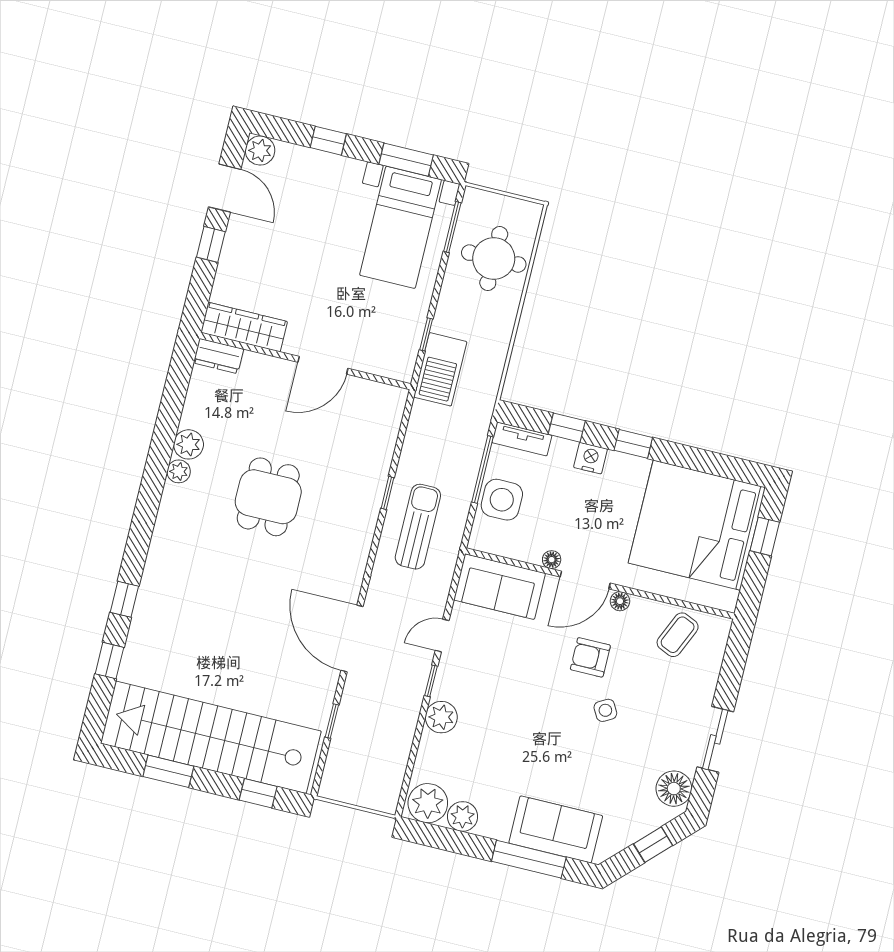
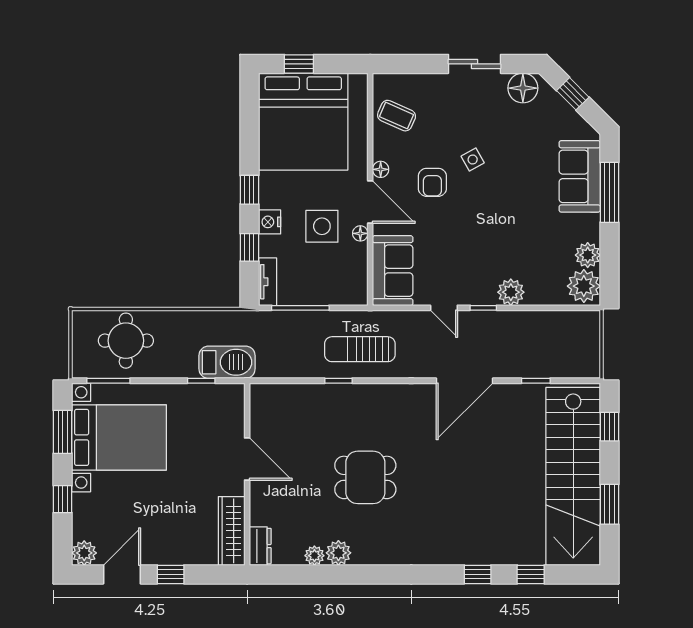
bed with nightstands: (401, 227) -> (119, 437), width x1.36
plant: (179, 471) -> (314, 556), moved
side table: (502, 500) -> (322, 226), moved

